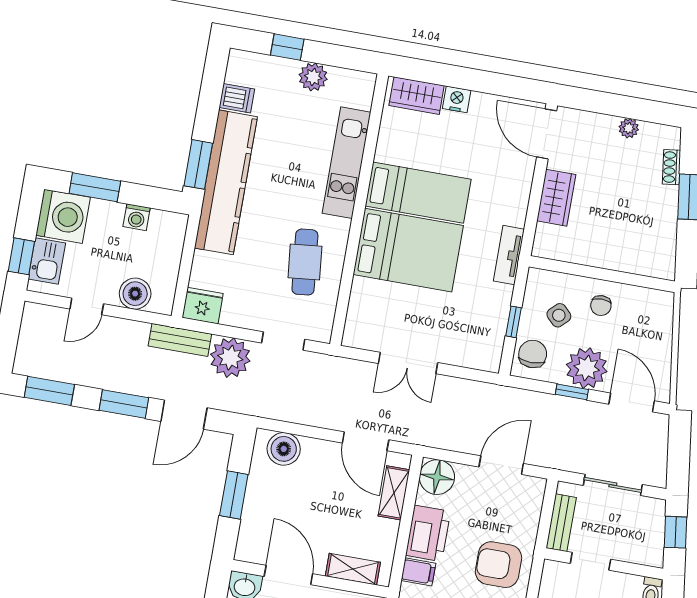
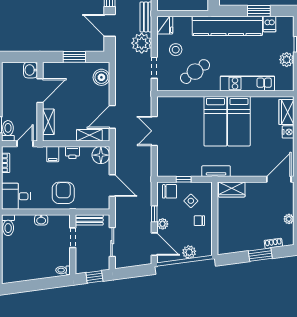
window: (198, 164) -> (259, 11), moved
wardrobe: (556, 198) -> (232, 189), moved
bed: (408, 250) -> (215, 121), width x0.67
cafe table: (305, 262) -> (195, 72), turned -30
stool: (255, 293) -> (176, 50), added
plant: (659, 337) -> (189, 252), added
plant: (587, 368) -> (163, 224), width x0.53, depth x0.53
door: (632, 402) -> (154, 244), hinge flipped
printer: (428, 533) -> (72, 152), width x0.53, depth x0.68

